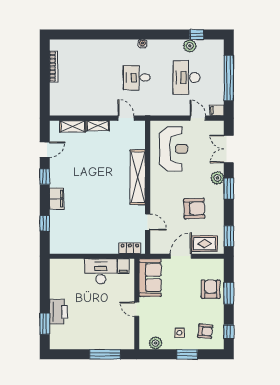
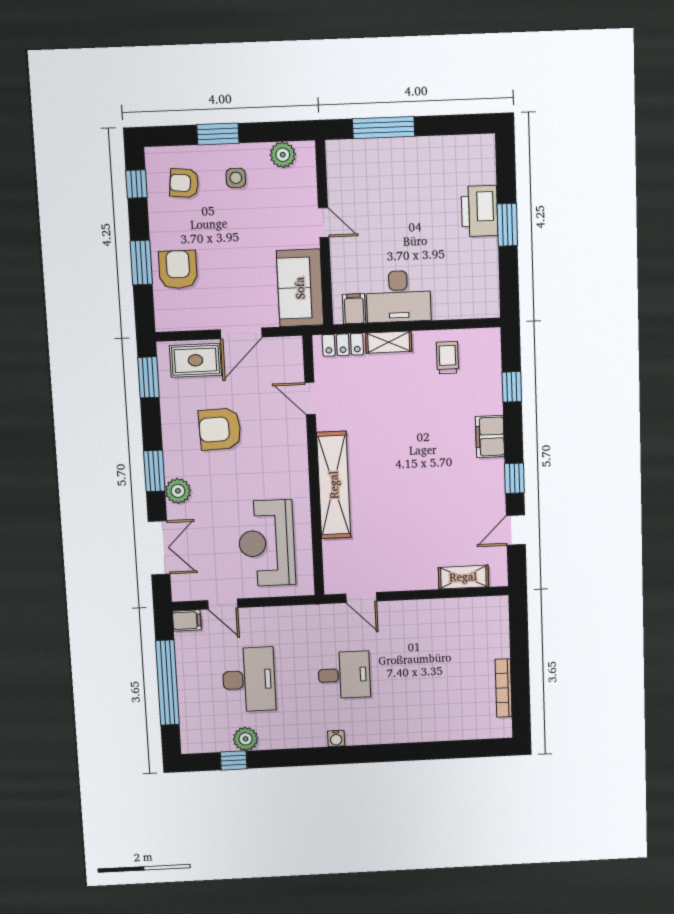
shelving: (98, 126) -> (389, 342), moved
trolley: (77, 240) -> (447, 358), added
armchair: (211, 289) -> (178, 270), turned 180
window: (45, 324) -> (507, 225), moved

